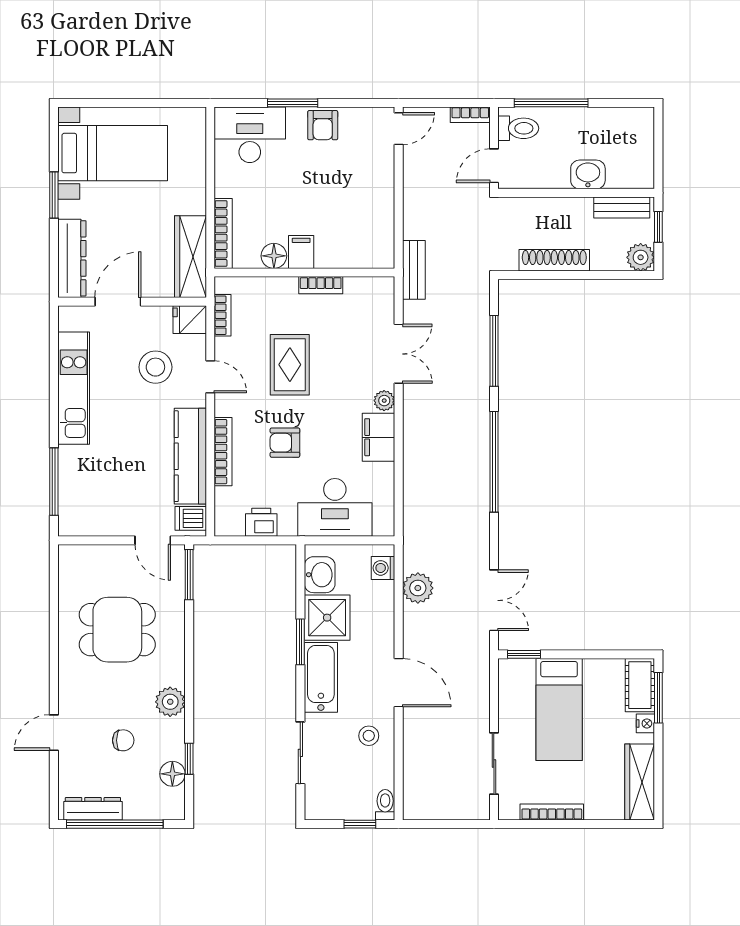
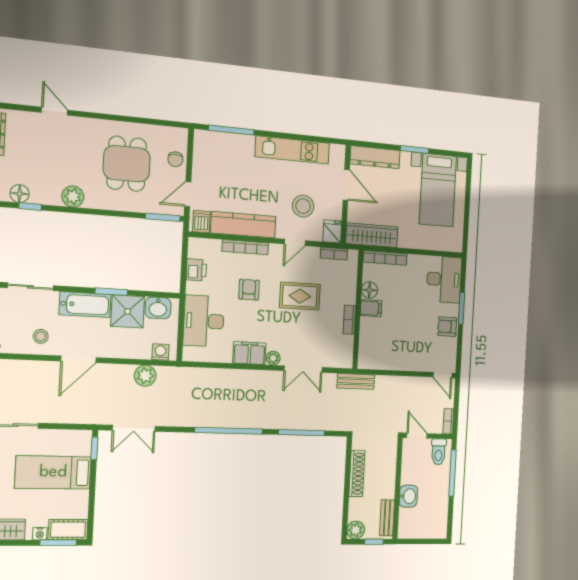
chair: (123, 740) -> (175, 159), moved

